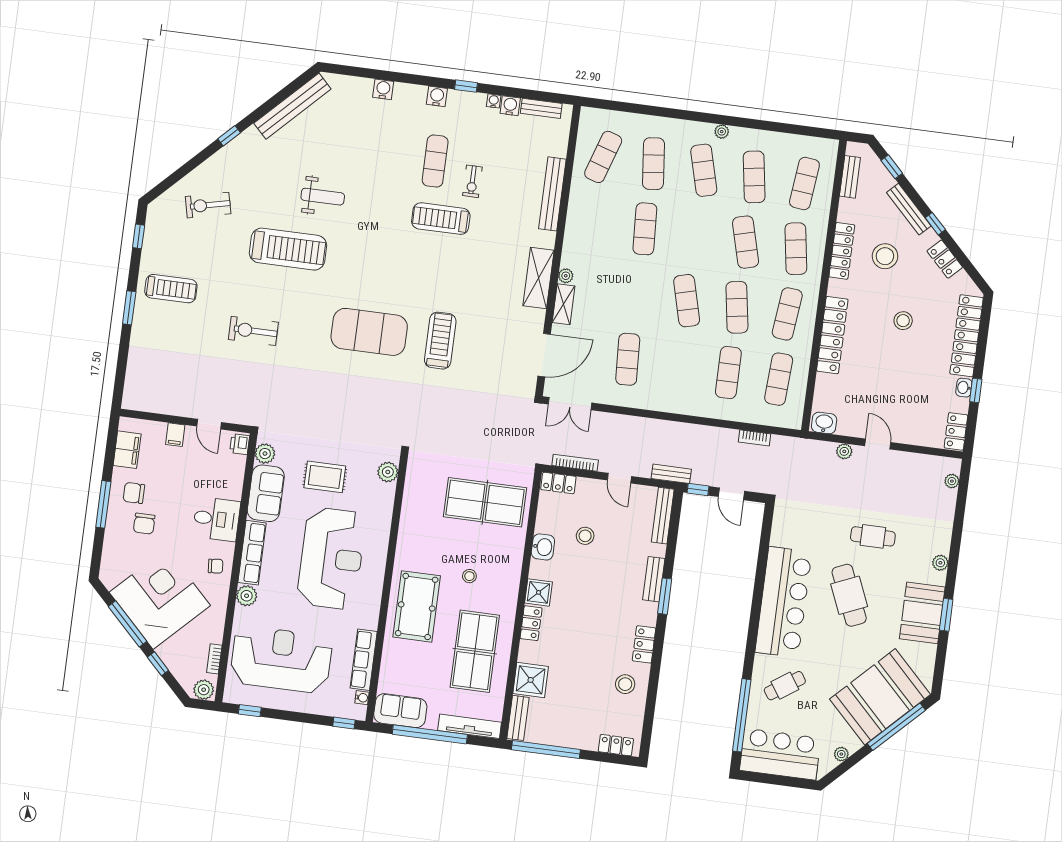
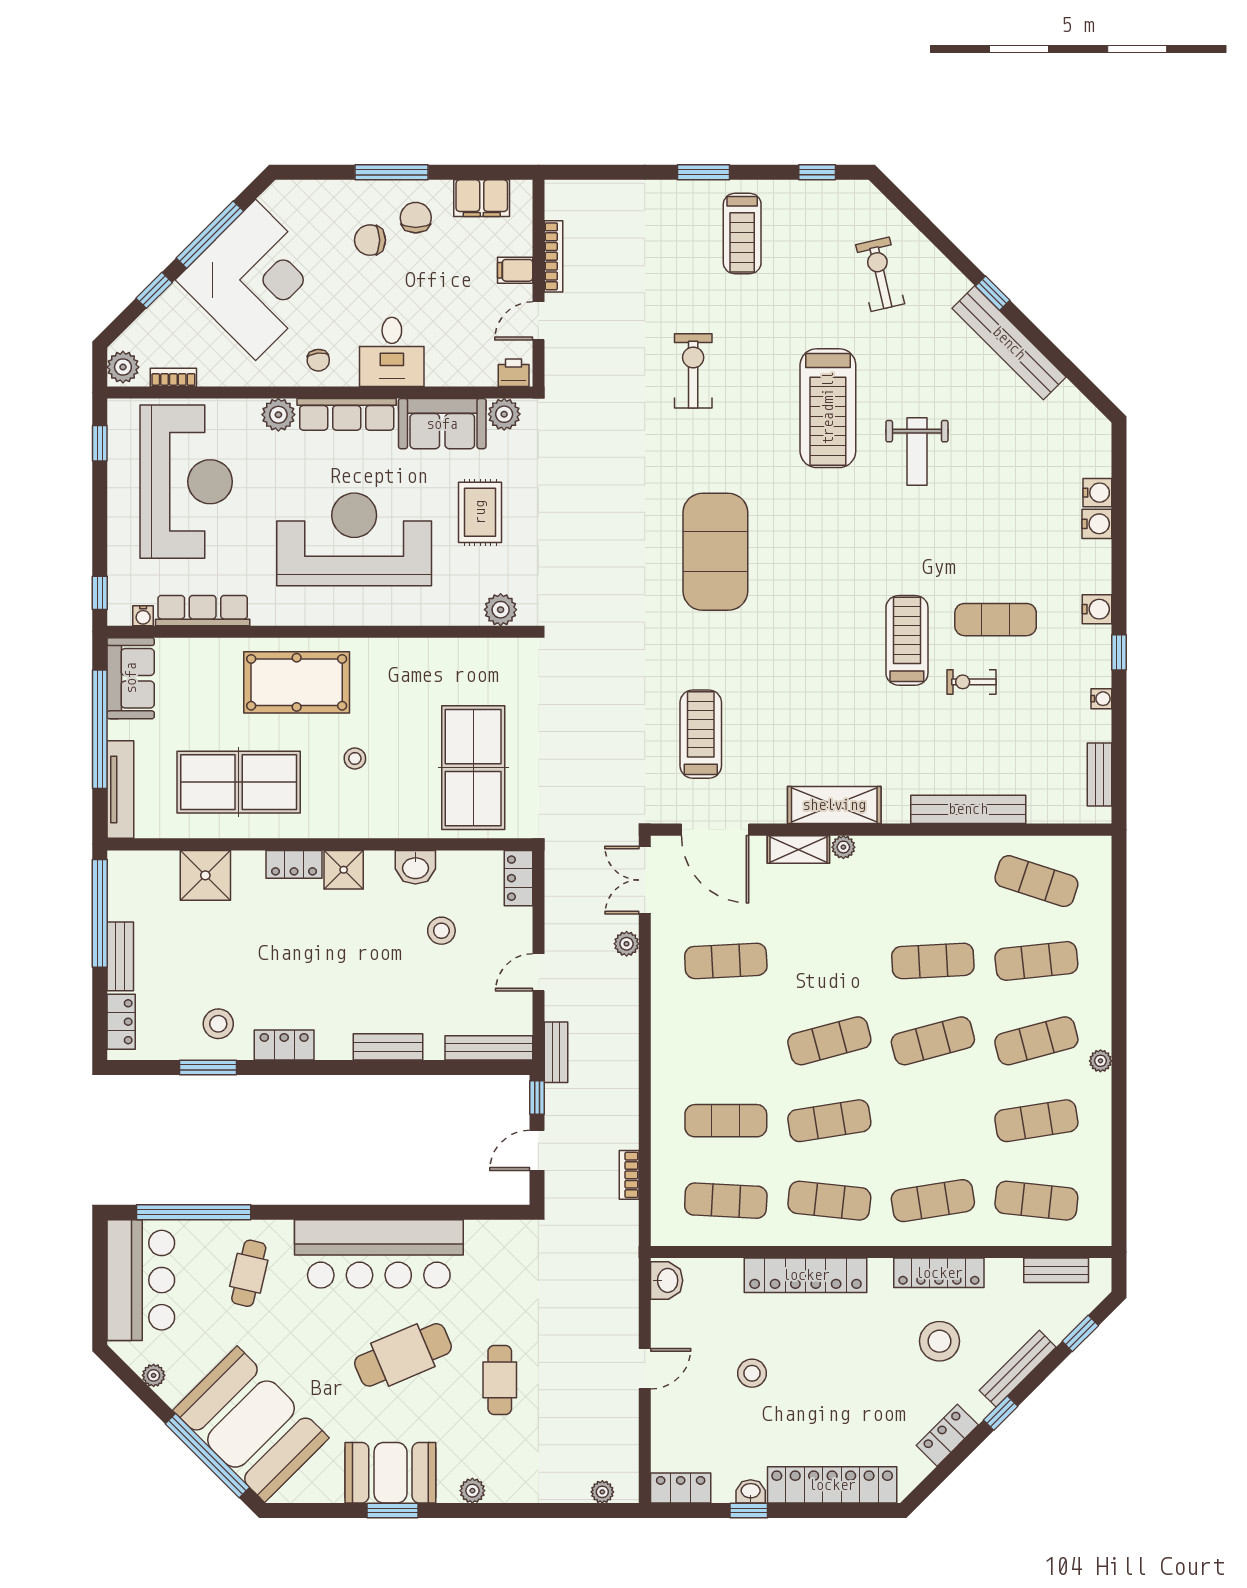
bench: (292, 106) -> (1009, 343), moved
water cooler: (510, 106) -> (1097, 493), moved
exercise mat: (746, 242) -> (933, 1041), moved
stool: (903, 321) -> (752, 1373), moved
treadmill: (440, 341) -> (701, 734), moved, turned -90
plant: (844, 451) -> (627, 944), moved
bookcase: (575, 463) -> (554, 256), moved
reception desk: (331, 558) -> (354, 539), turned 180
window: (665, 596) -> (208, 1067), moved
cafe table: (785, 686) -> (249, 1273), turned 47
bench: (518, 718) -> (120, 956), moved, turned 90

